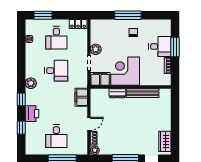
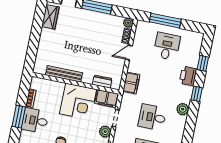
dresser: (117, 93) -> (102, 82), moved

